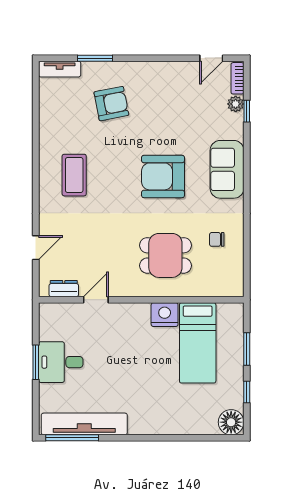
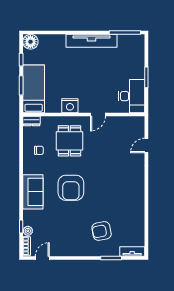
coffee table: (74, 175) -> (124, 189), removed
armchair: (163, 176) -> (71, 188), turned 90
dining table: (165, 255) -> (69, 141), turned 90
dresser: (64, 289) -> (32, 121), moved
door: (96, 300) -> (98, 115), moved
bed: (198, 343) -> (34, 89), moved
desk: (61, 362) -> (132, 96), moved, width x1.37
tv unit: (84, 424) -> (91, 41), moved

